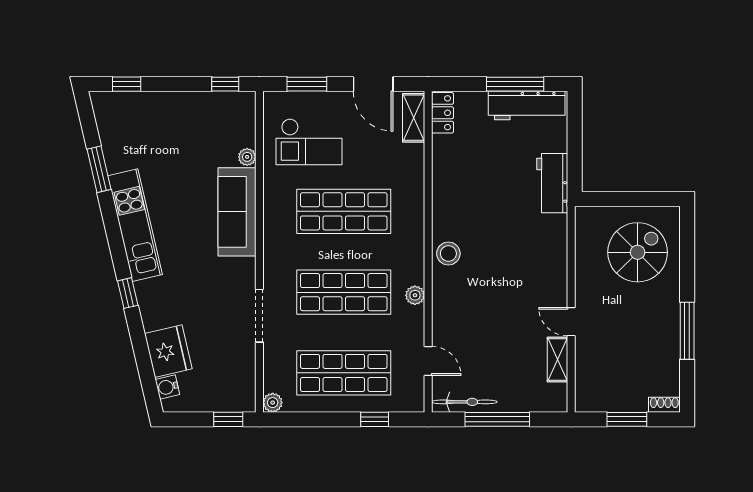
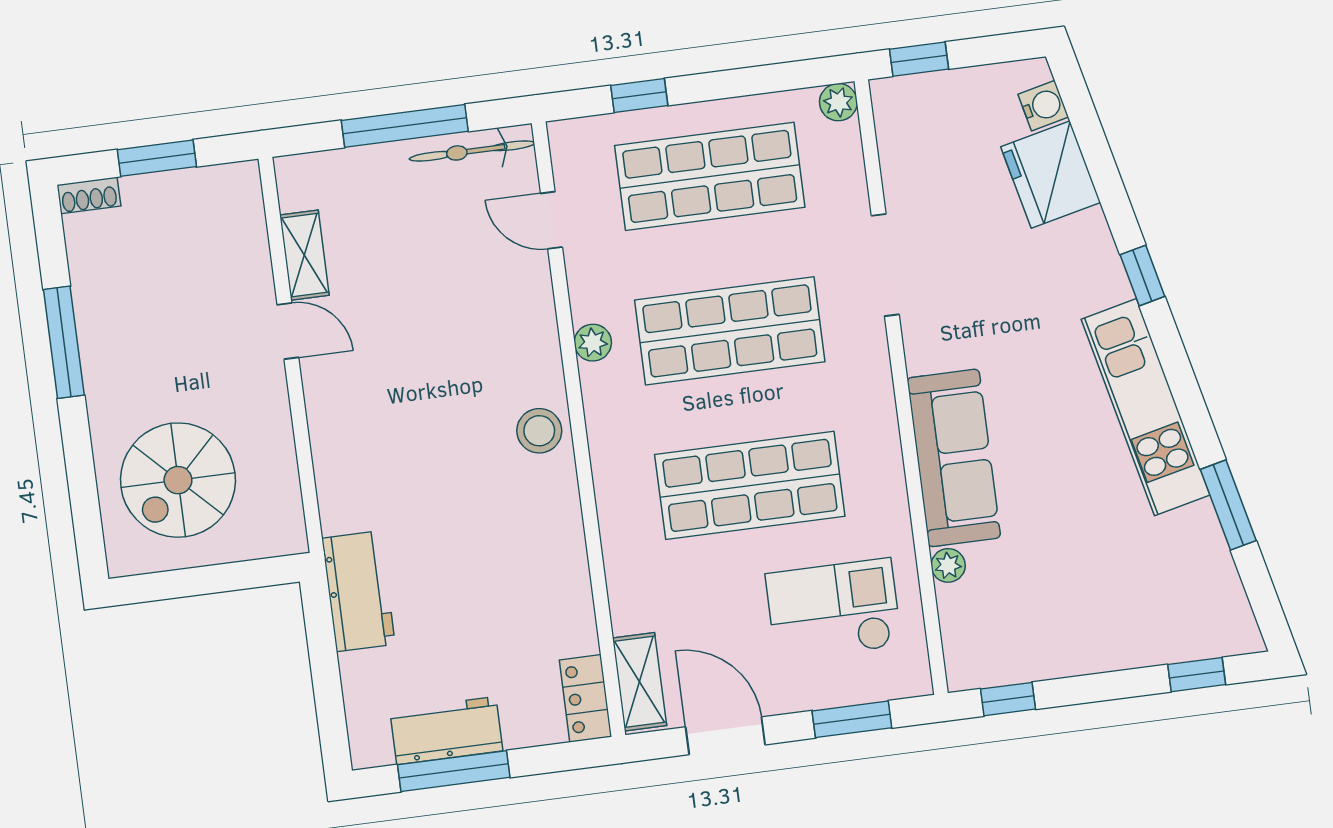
workbench: (527, 106) -> (446, 730), width x0.73

